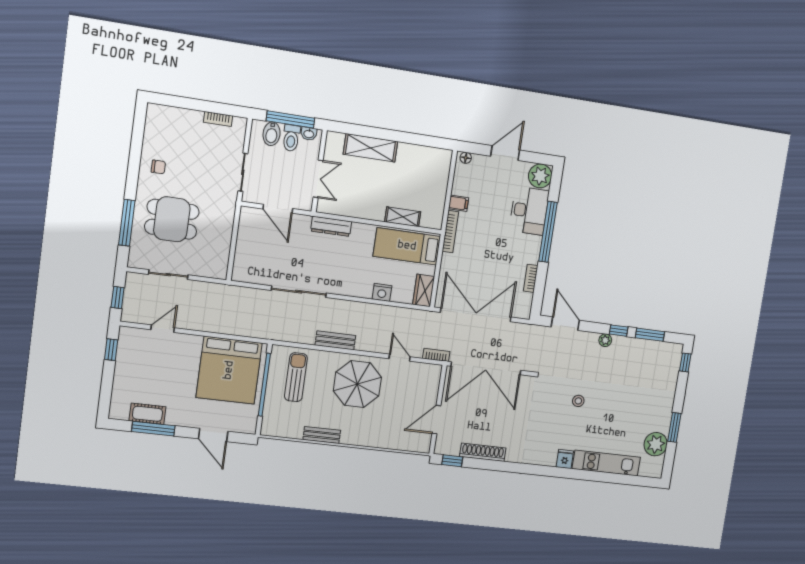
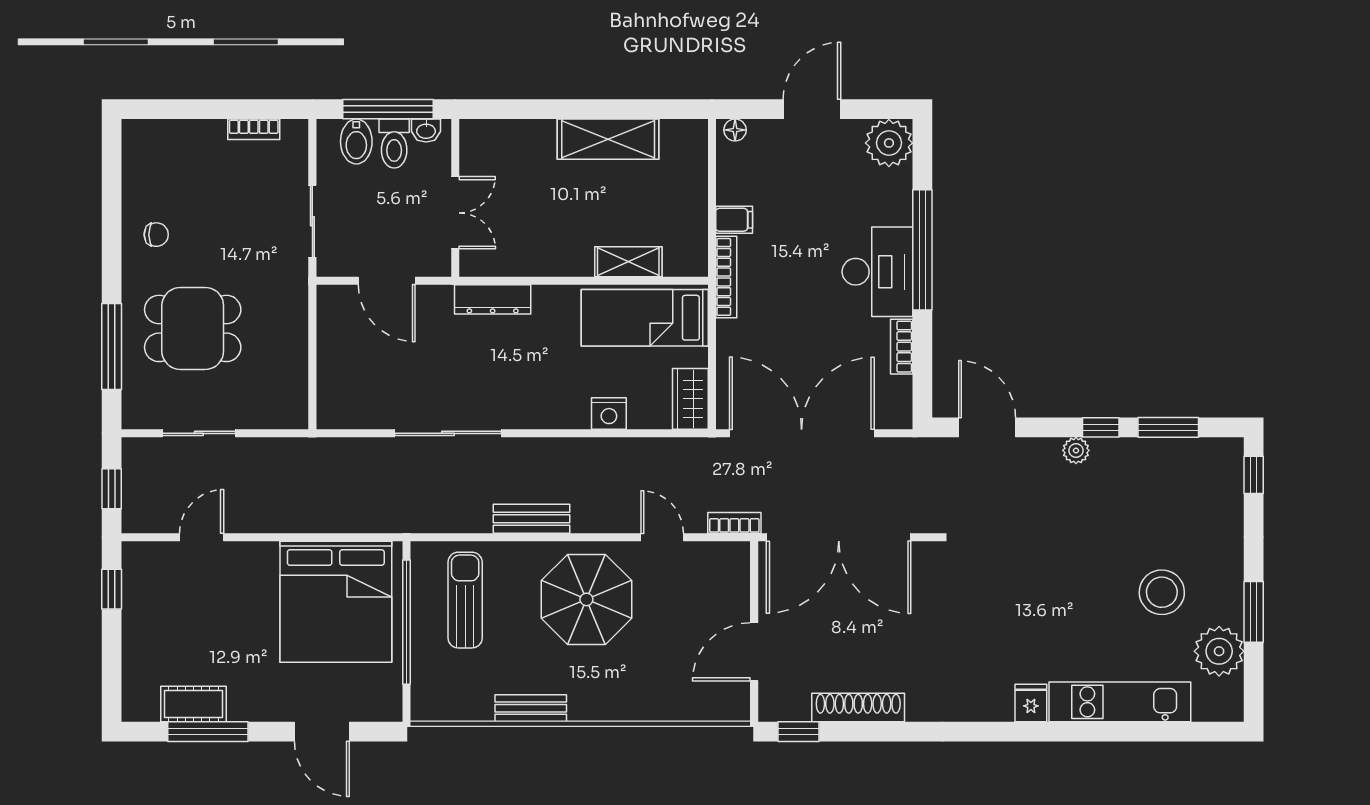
shelving: (370, 148) -> (608, 139), moved
desk: (529, 211) -> (877, 272), moved
stool: (578, 401) -> (1162, 592), moved, width x1.89, depth x1.89

